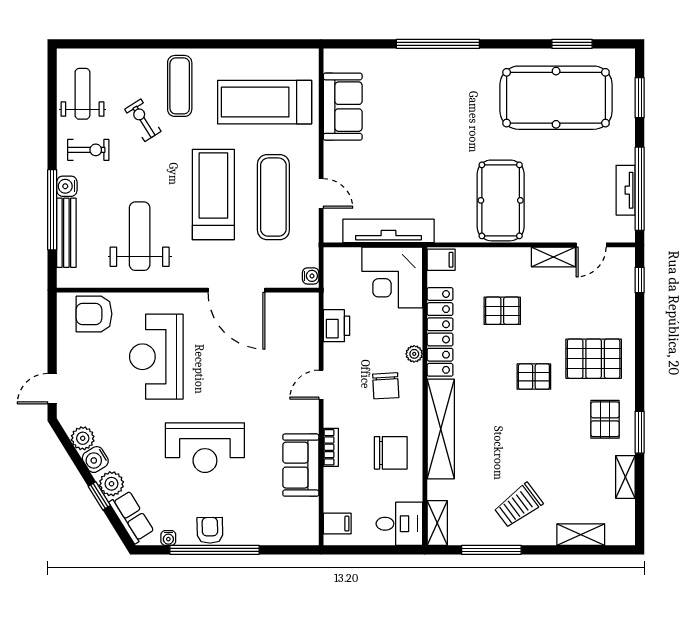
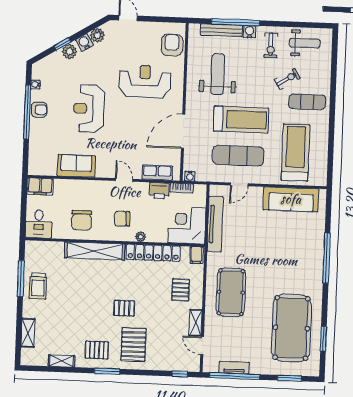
sofa: (343, 107) -> (291, 199), width x1.36
pool table: (501, 200) -> (231, 292), turned 90
weight bench: (140, 236) -> (218, 74), turned -90
pallet: (502, 311) -> (181, 290), moved
pallet: (534, 377) -> (124, 308), turned 90
window: (640, 432) -> (107, 371), moved
bookcase: (331, 447) -> (182, 188), moved
trolley: (518, 505) -> (38, 286), moved, turned -143
row of seats: (132, 517) -> (157, 173), moved, turned -148
shelving: (437, 523) -> (38, 247), removed
filing cabinet: (337, 524) -> (40, 186), width x2.00

